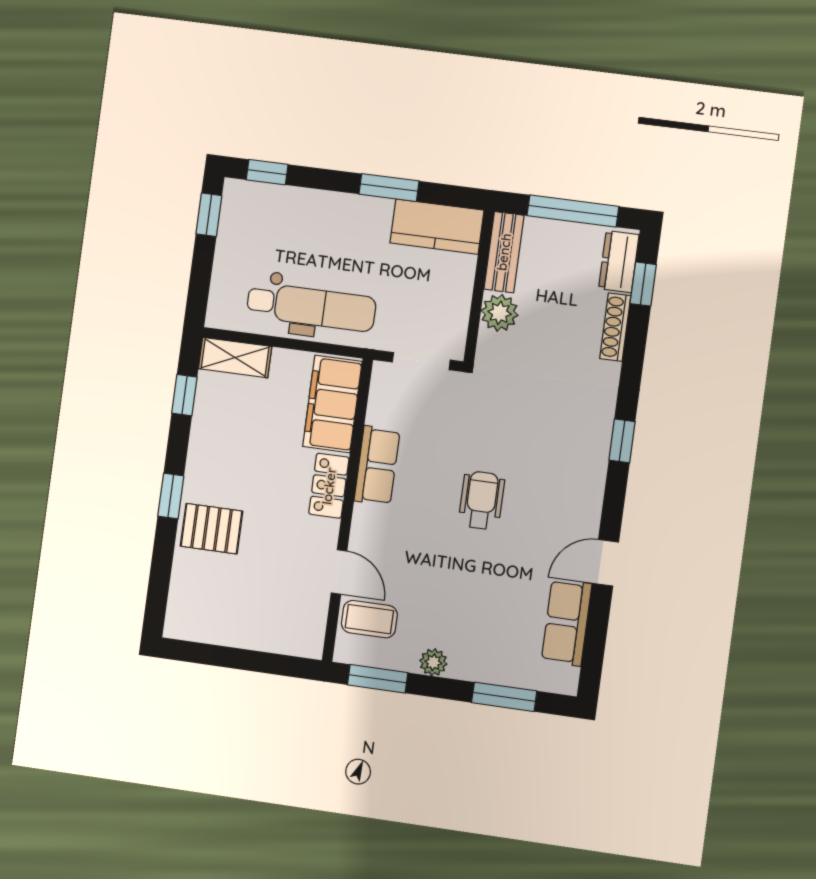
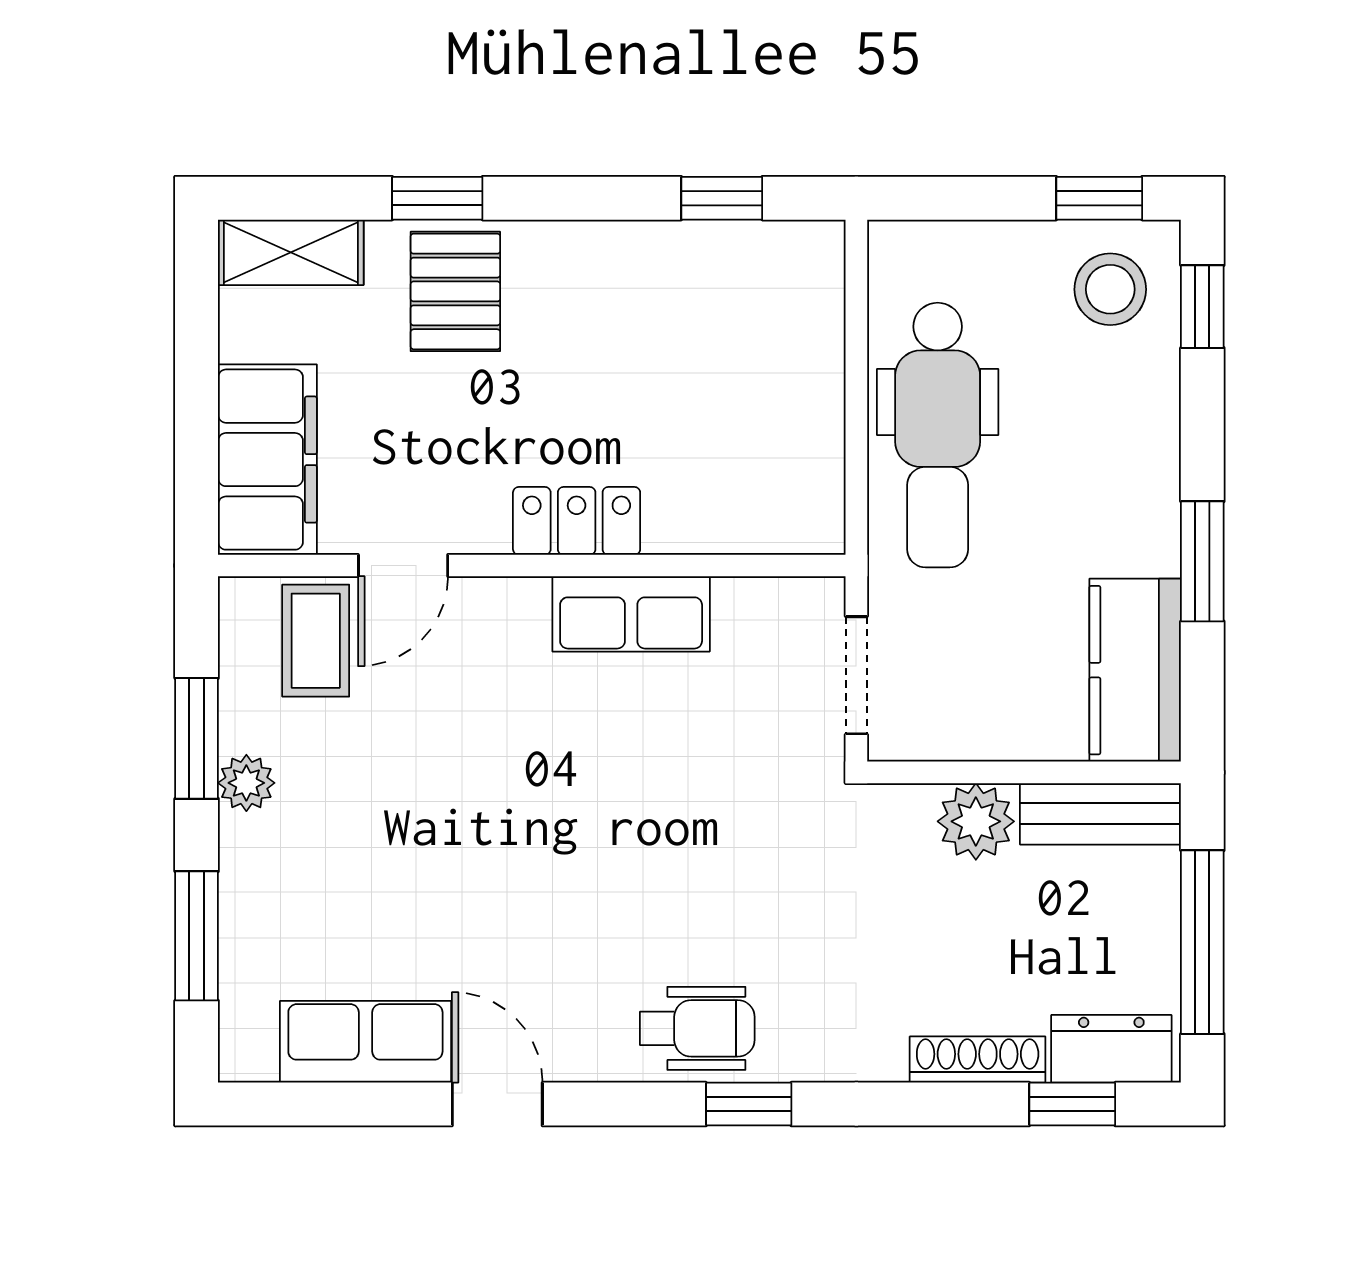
stool: (253, 215) -> (1110, 289), added
shelving: (235, 358) -> (291, 252), moved, turned 90
filing cabinet: (332, 404) -> (267, 460), moved, turned 90
window: (171, 496) -> (437, 198), moved
wheelchair: (482, 500) -> (697, 1028), moved
window: (378, 679) -> (197, 738), moved

